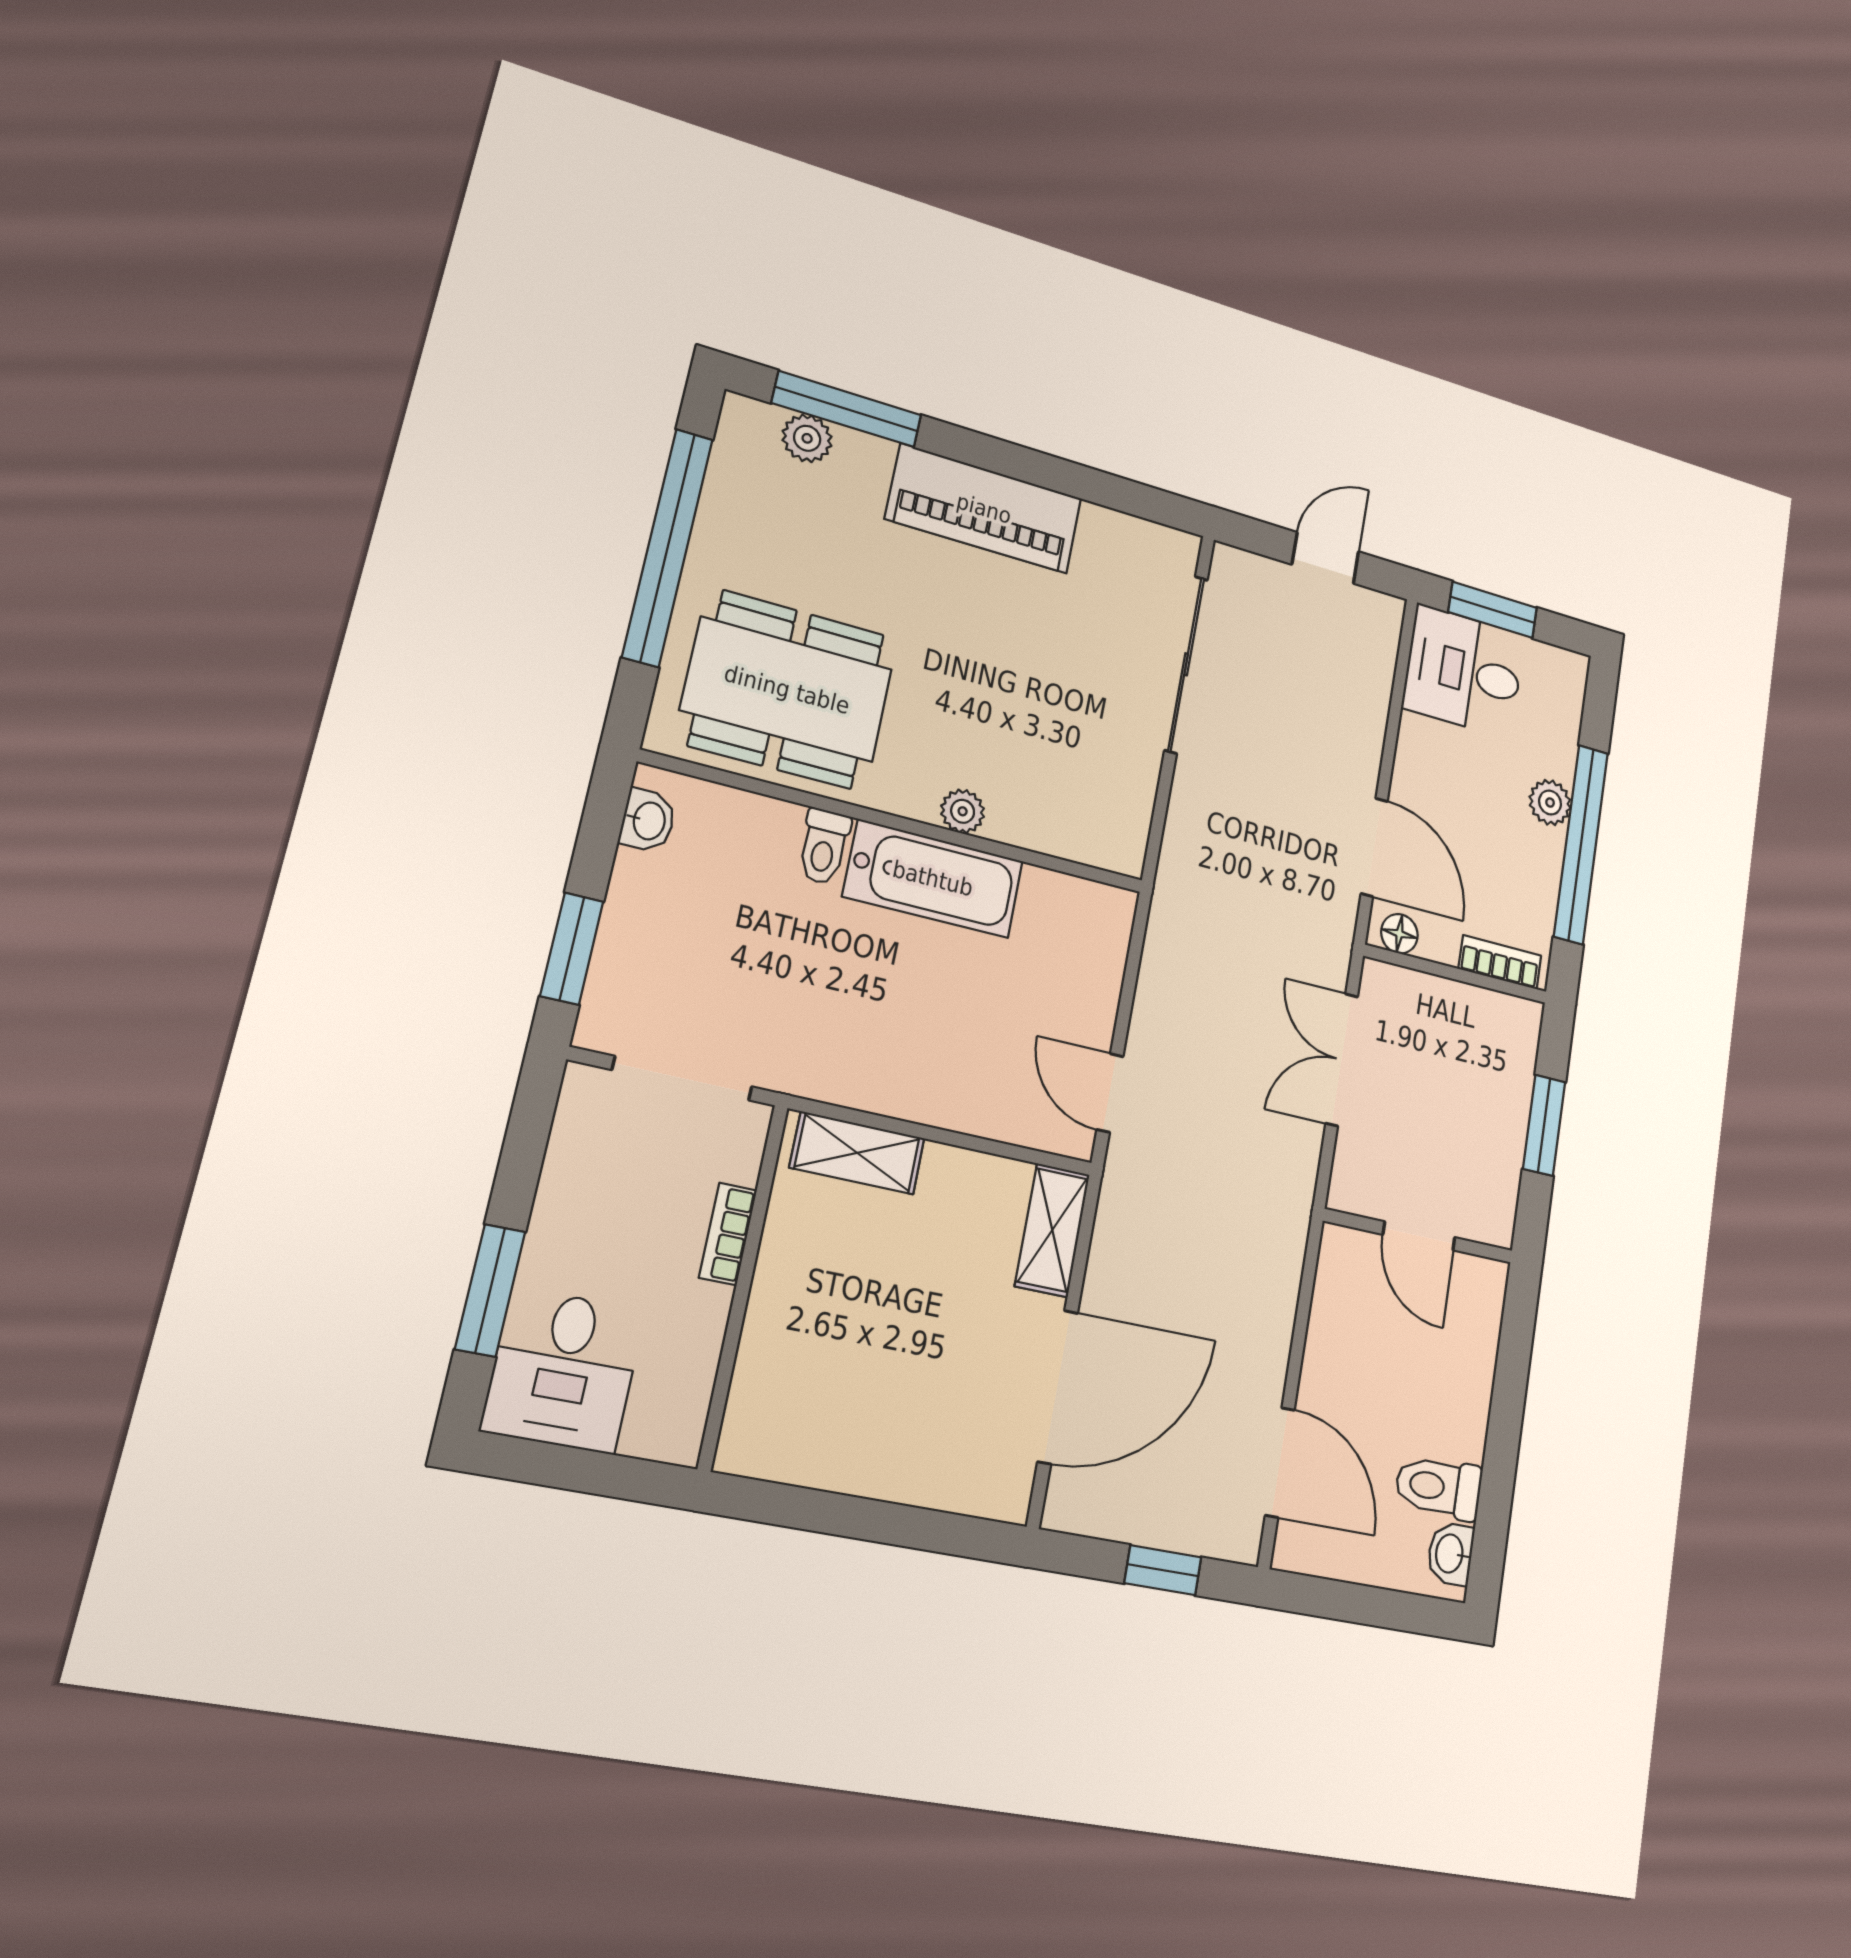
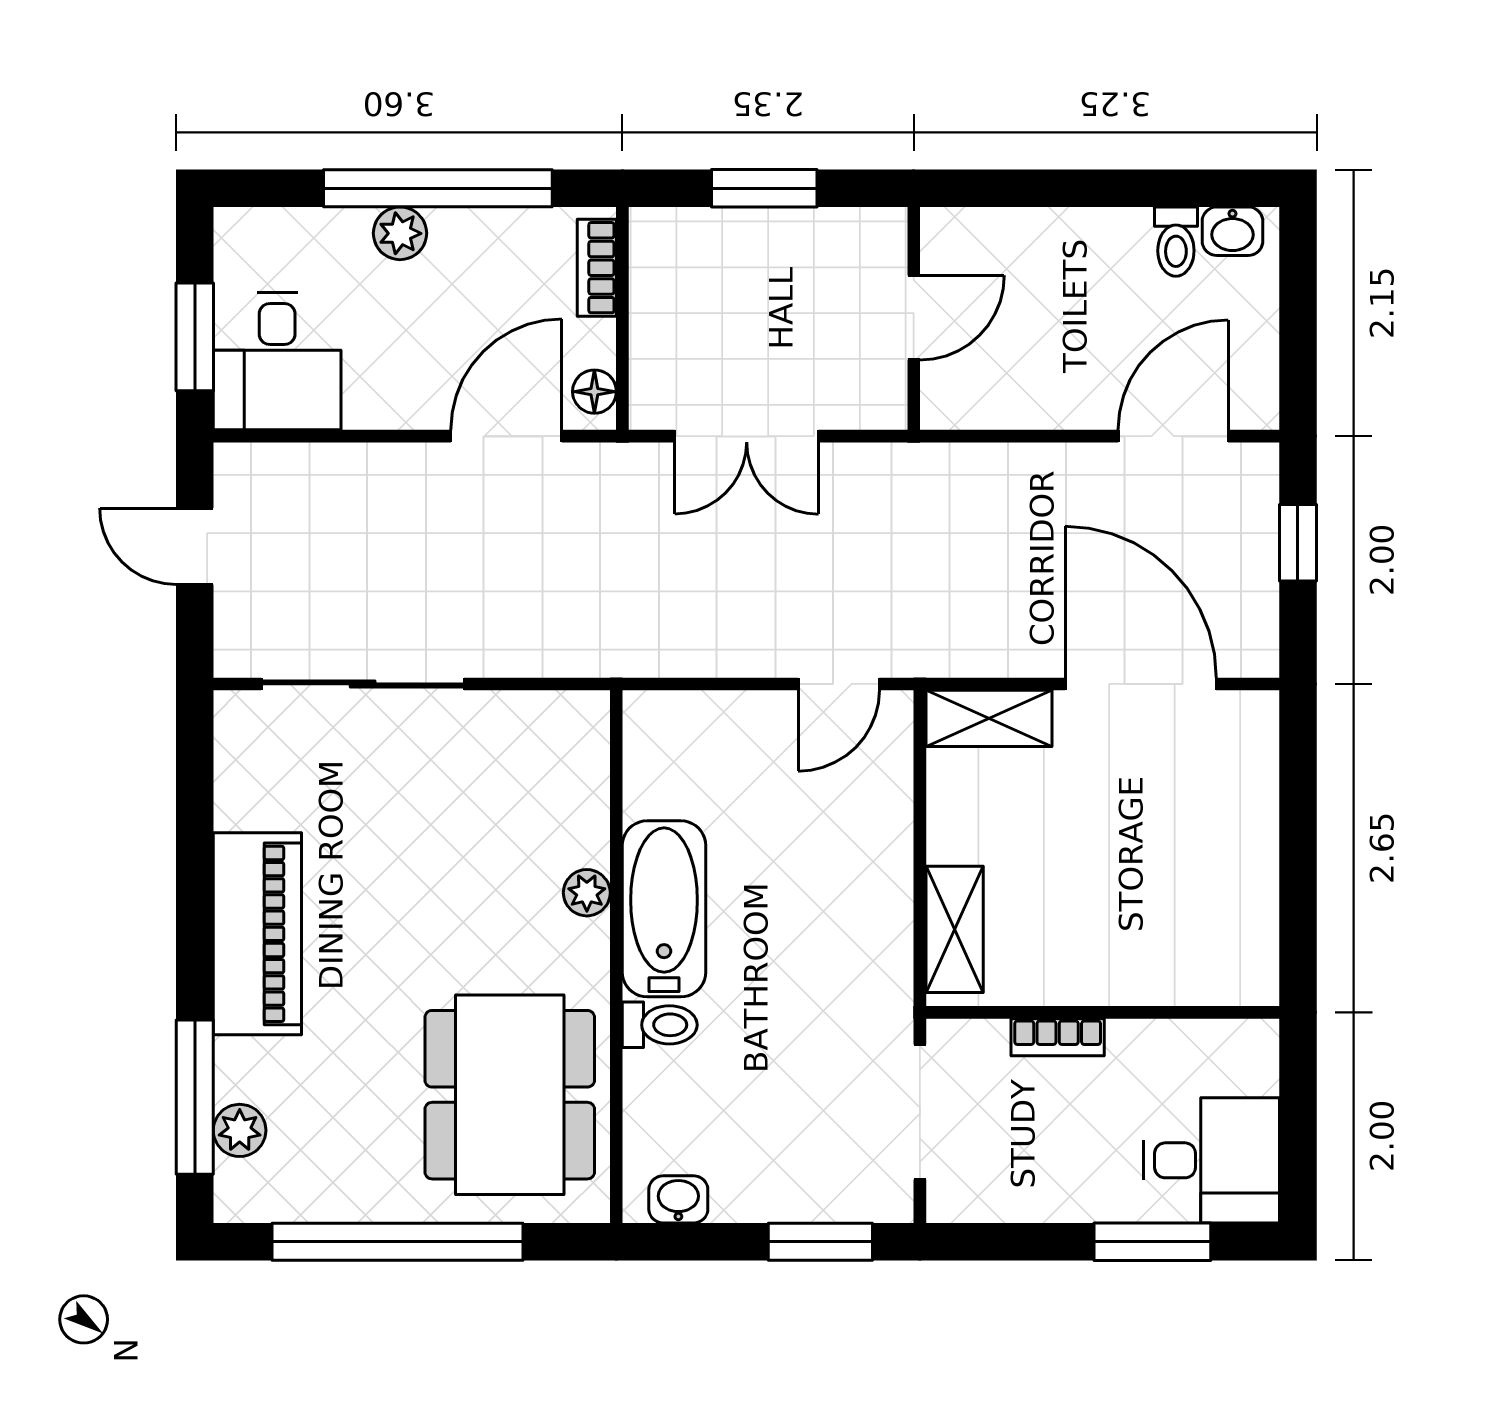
toilet: (1439, 1487) -> (1176, 242), width x0.73, depth x0.72

